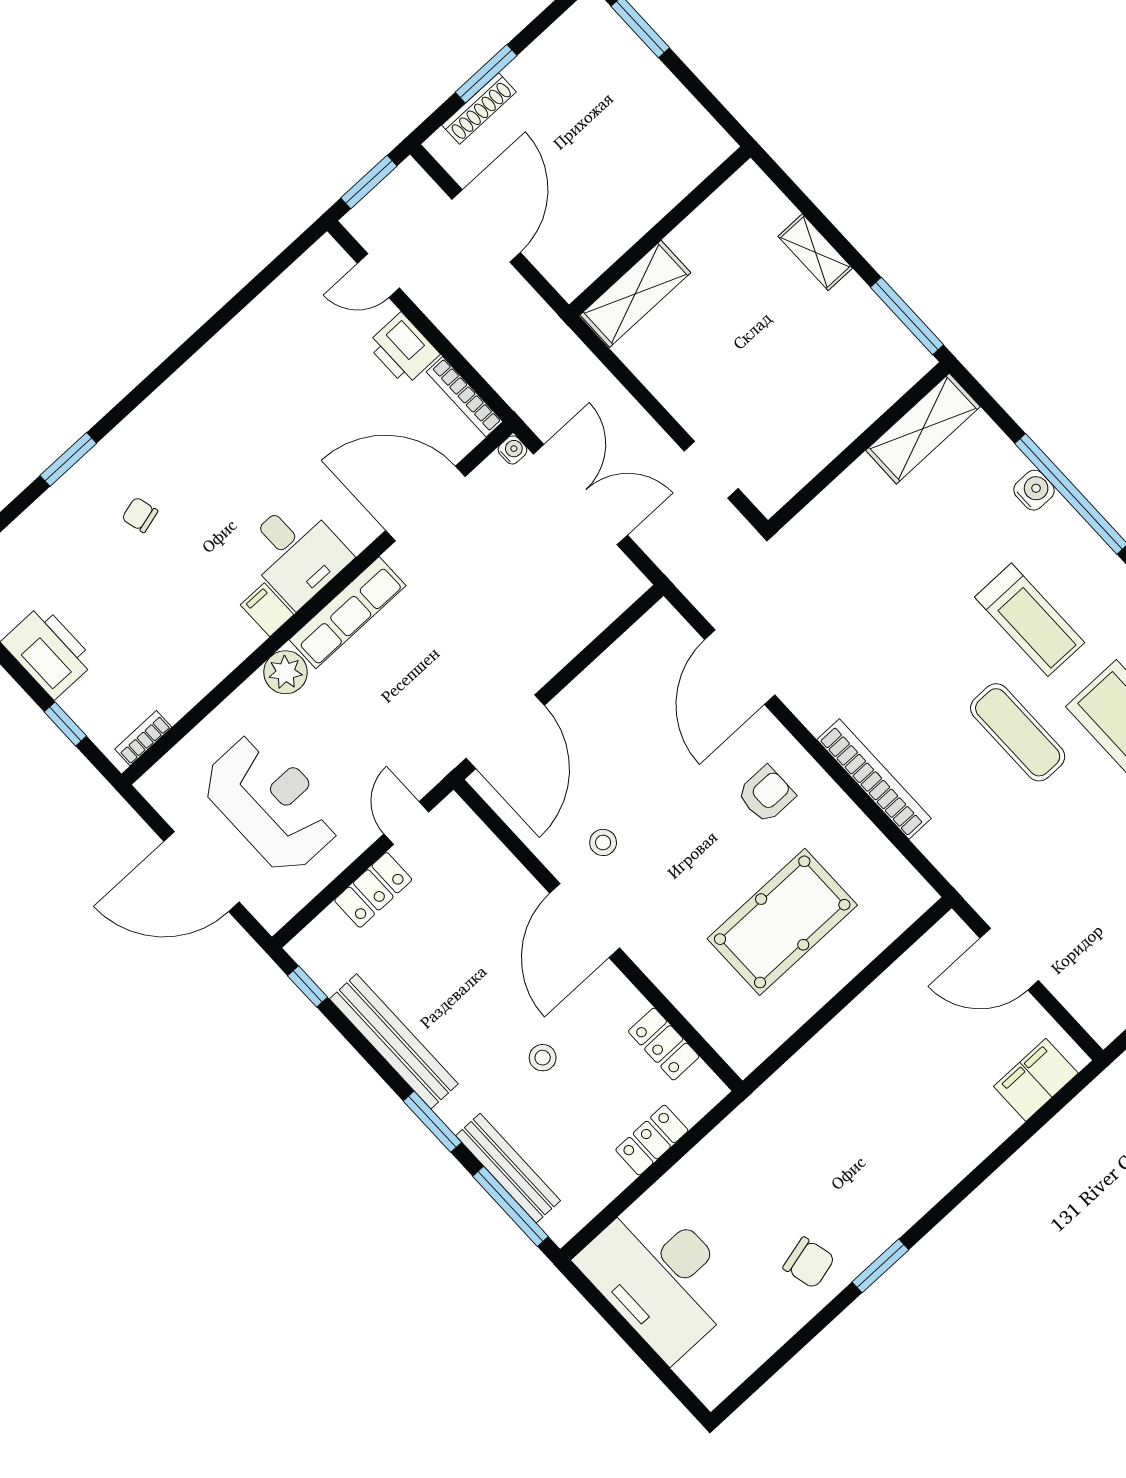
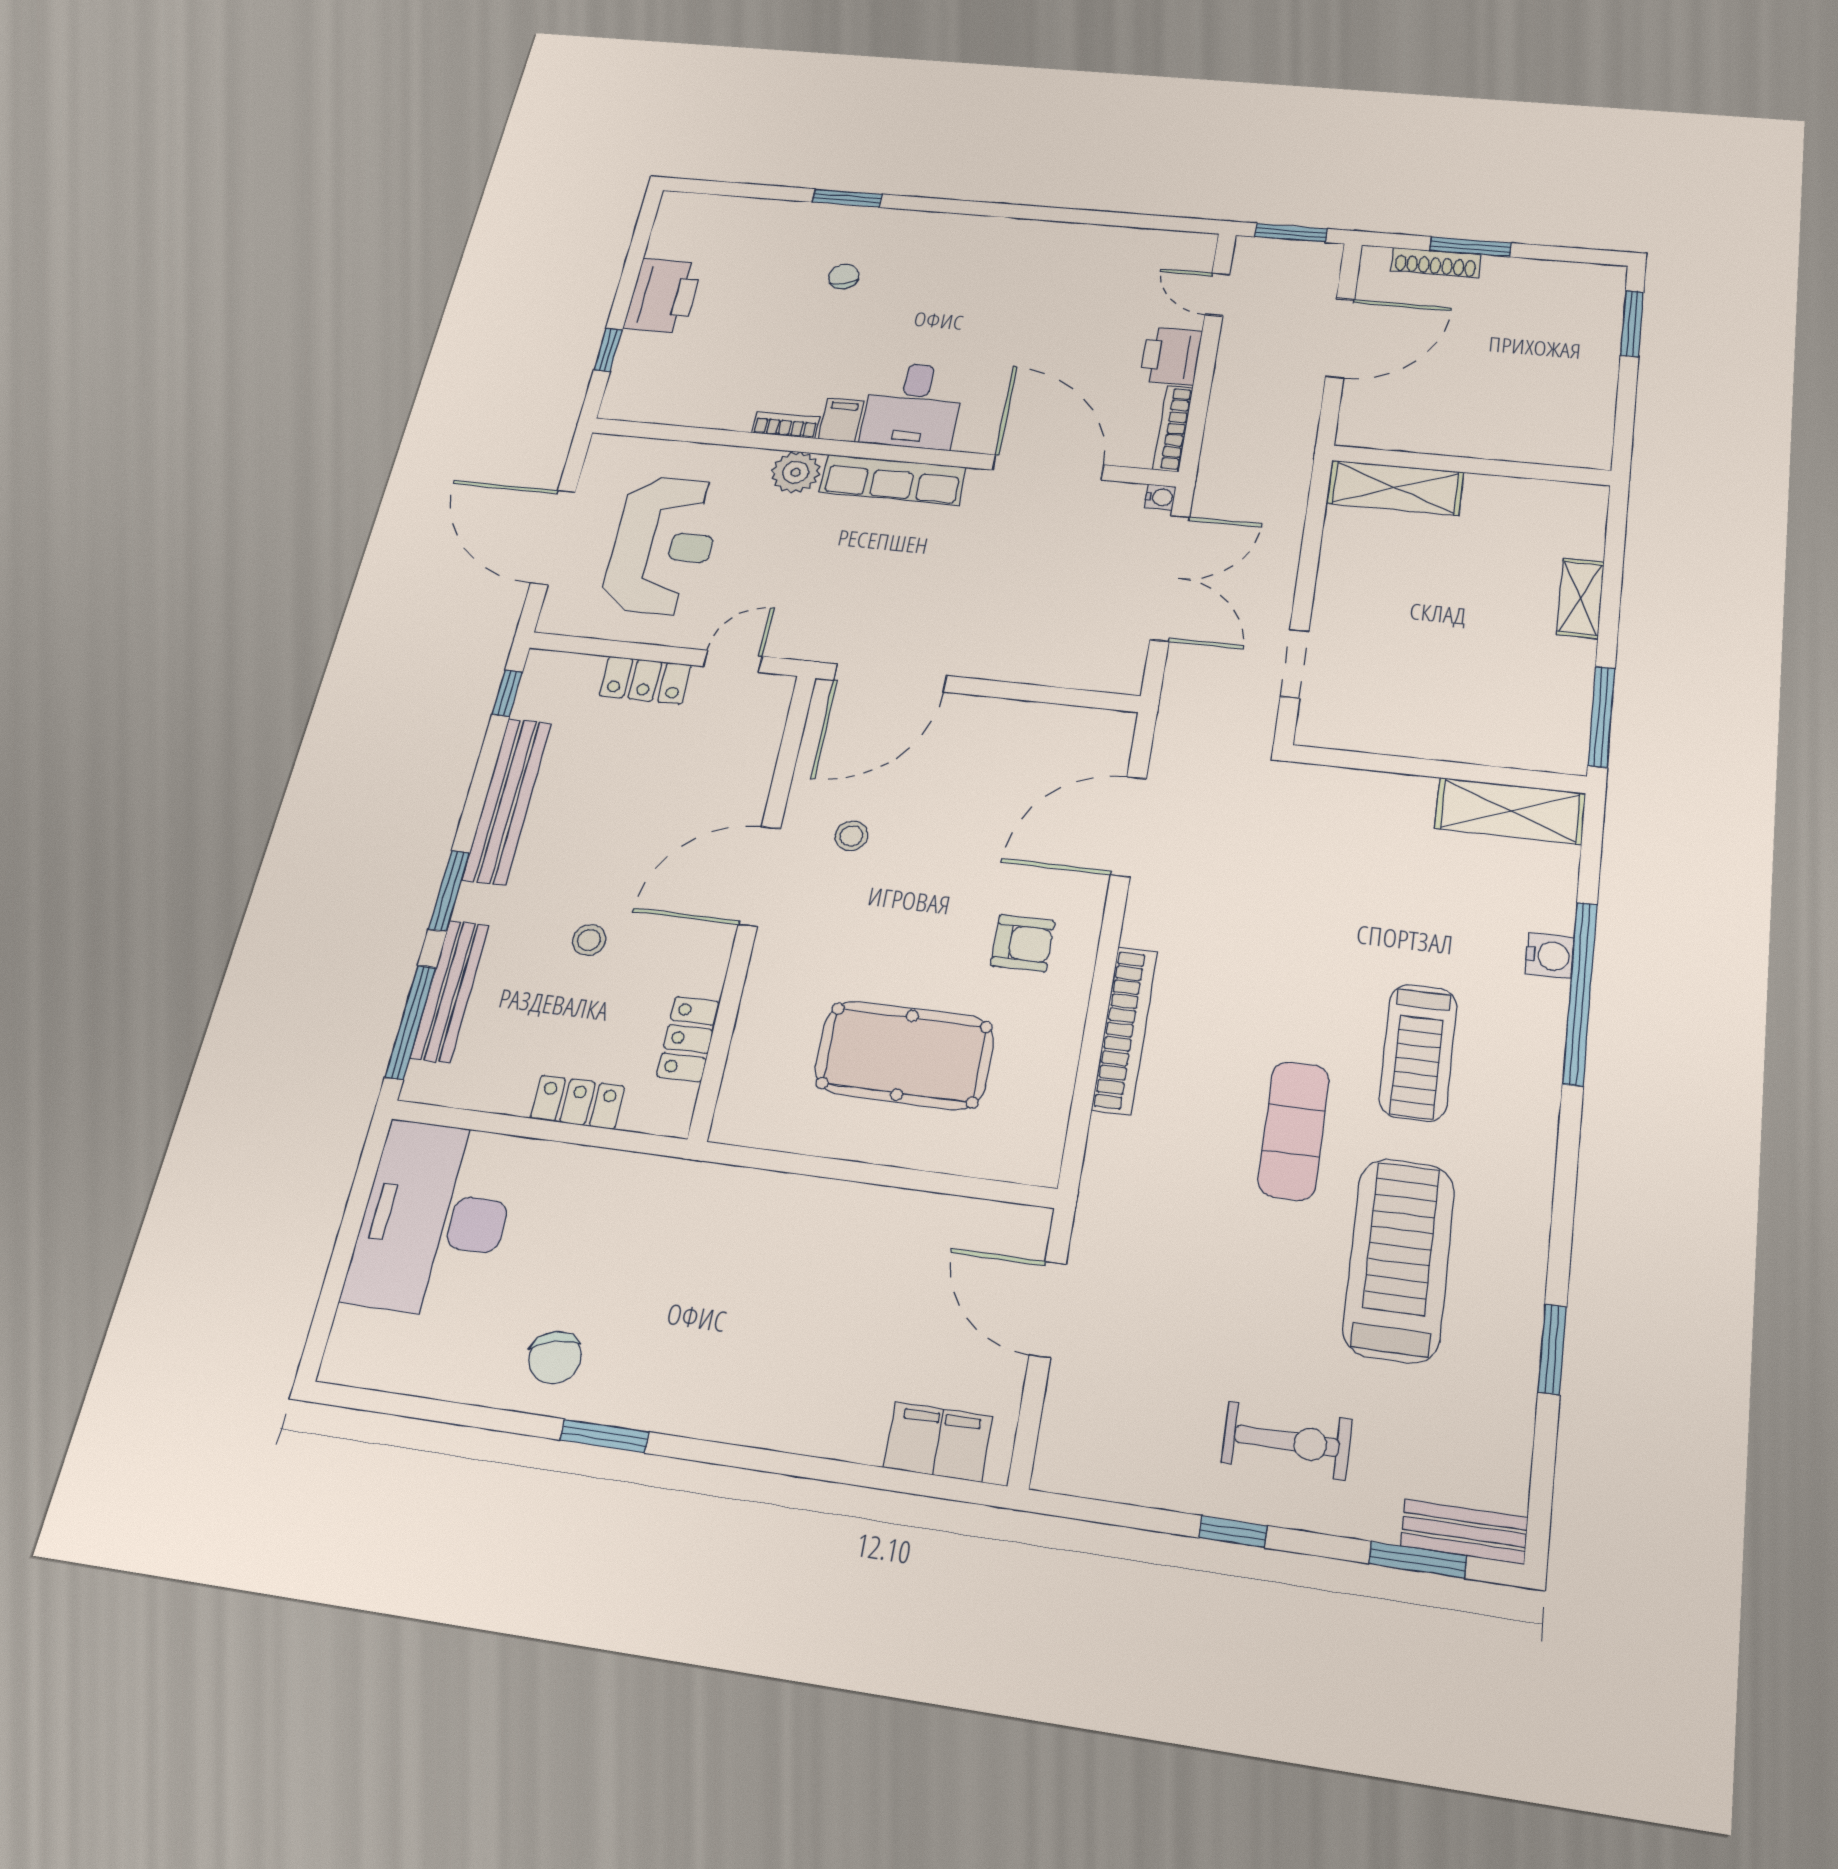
bookcase: (143, 738) -> (786, 425), moved

